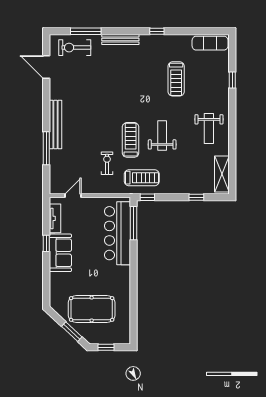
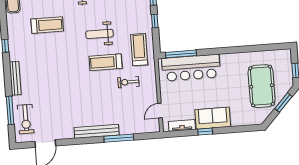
door: (73, 196) -> (160, 111), hinge flipped
window: (147, 197) -> (155, 21), moved

